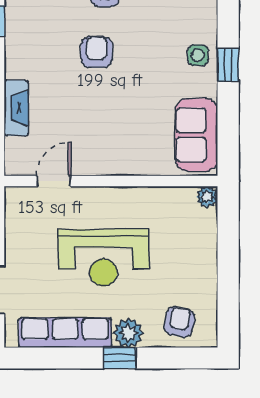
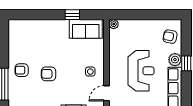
side table: (198, 55) -> (90, 72), moved
window: (228, 65) -> (72, 15), moved
door: (54, 181) -> (107, 93), hinge flipped

